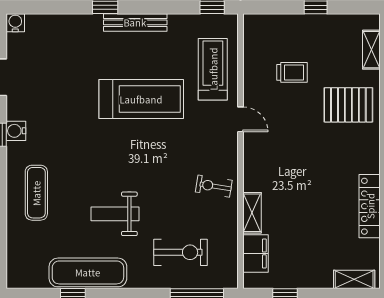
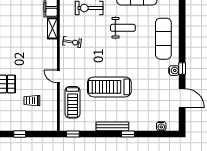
water cooler: (15, 23) -> (161, 126), moved
exercise mat: (36, 193) -> (163, 39), width x1.36, depth x1.45

